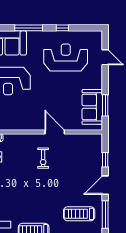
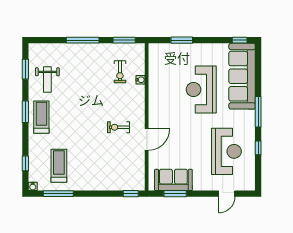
window: (105, 160) -> (131, 194), moved
door: (105, 185) -> (90, 194), removed

